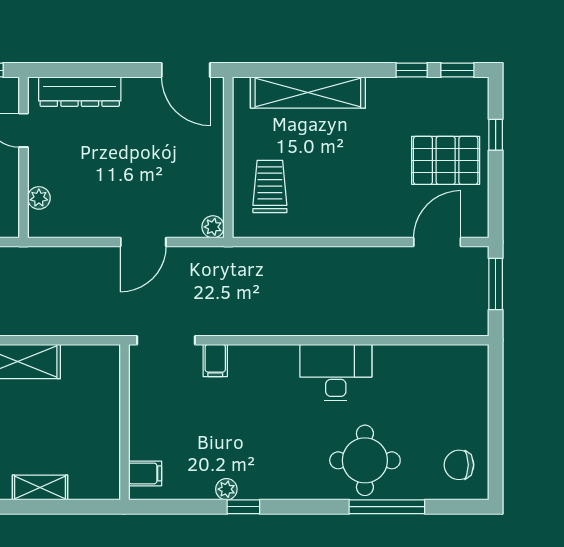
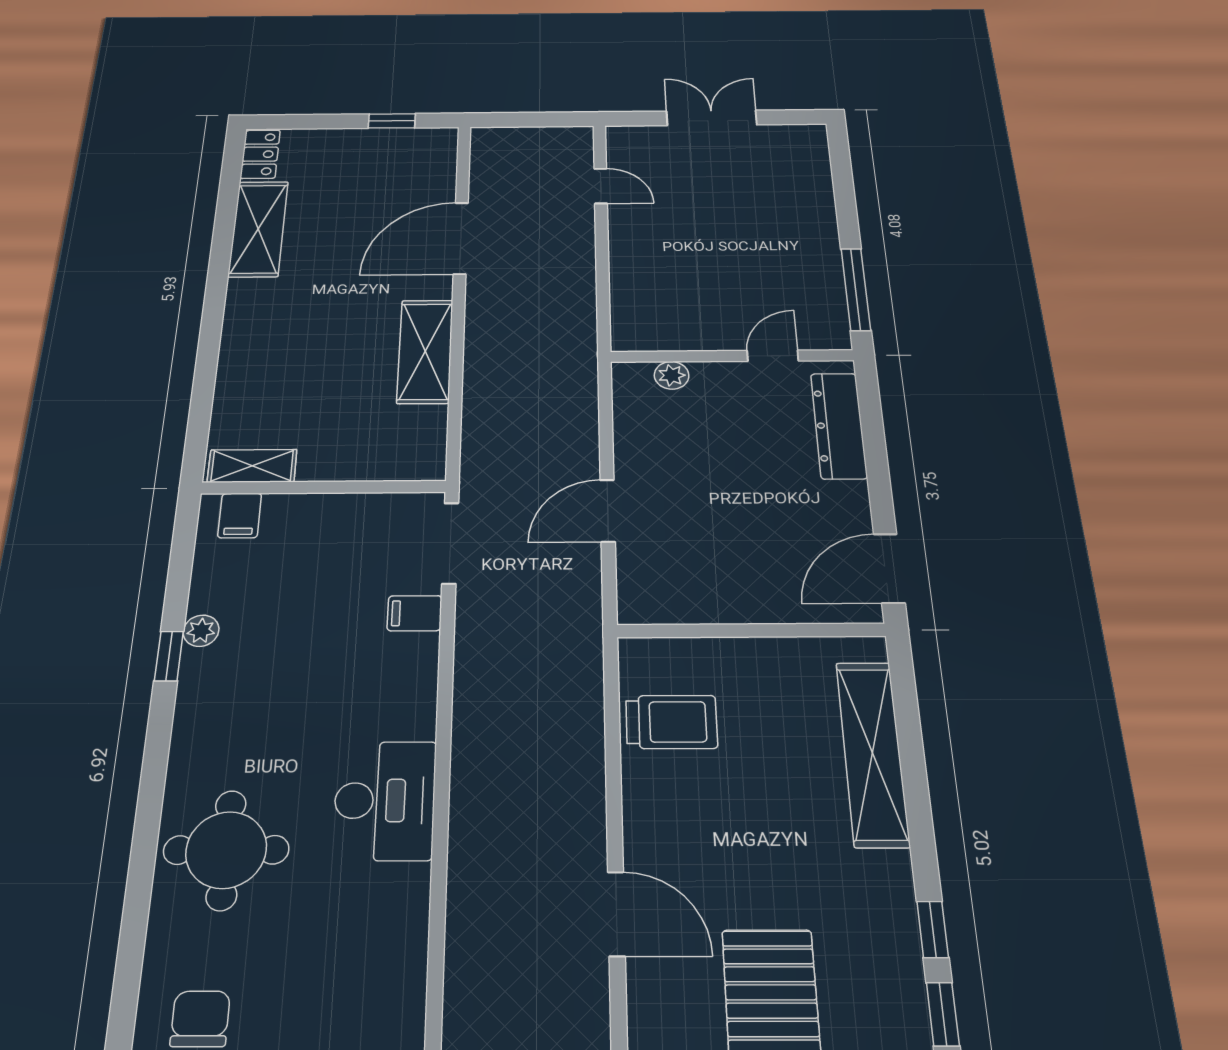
trolley: (270, 187) -> (672, 722), moved
plant: (213, 227) -> (635, 609), removed
door: (143, 242) -> (608, 511), hinge flipped
door: (437, 242) -> (616, 914), moved
shelving: (40, 487) -> (252, 466), moved, turned 90
window: (387, 507) -> (139, 888), removed

